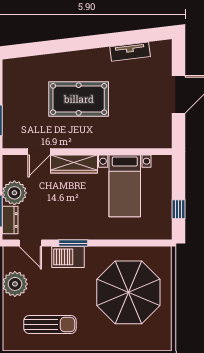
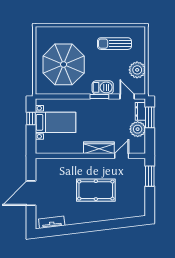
tv unit: (130, 52) -> (52, 222), moved
bed with nightstands: (125, 186) -> (55, 122), moved, turned 90

